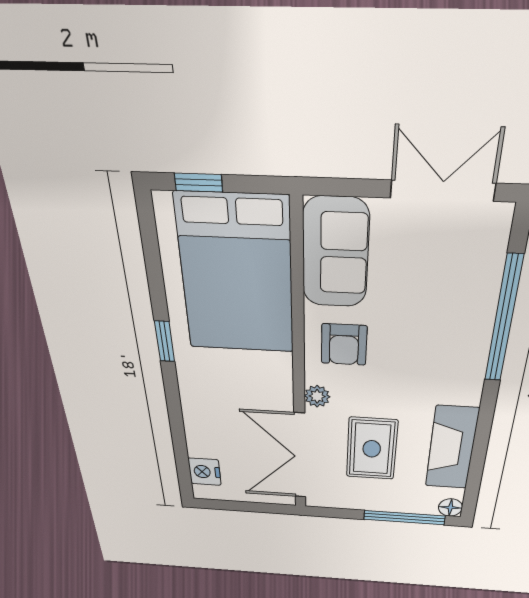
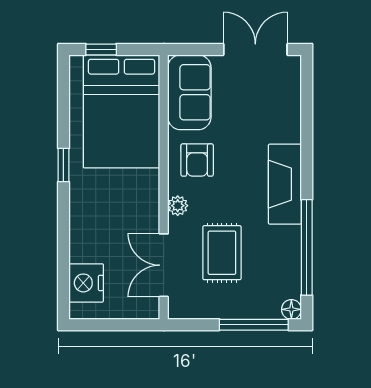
window: (503, 320) -> (307, 247), moved
fireplace: (452, 448) -> (285, 184), moved
double door: (300, 456) -> (164, 265), width x0.73
nightstand: (205, 472) -> (86, 283), width x1.36, depth x1.33

